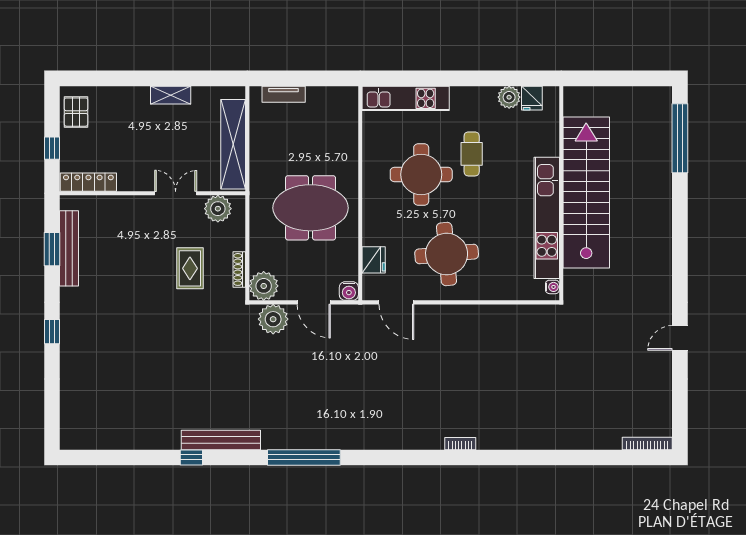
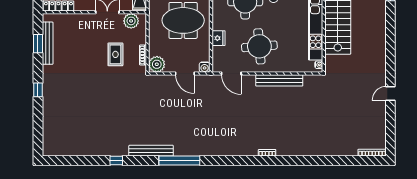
fridge: (374, 260) -> (218, 38), moved
bench: (482, 315) -> (279, 80), added
plant: (273, 319) -> (162, 83), removed
bench: (221, 440) -> (151, 151), moved

